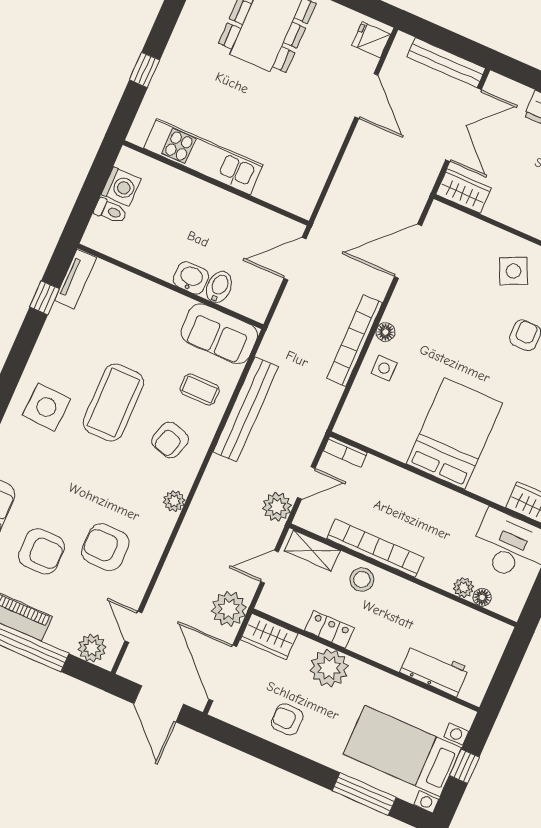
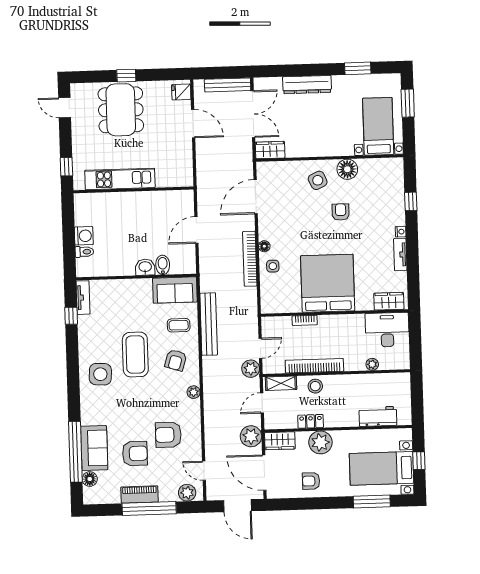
kitchen unit: (203, 157) -> (120, 179), moved
wall: (216, 183) -> (133, 190), moved
bed: (454, 433) -> (328, 283), width x1.36
bookcase: (345, 452) -> (305, 320), moved
floor lamp: (482, 597) -> (385, 365), removed

